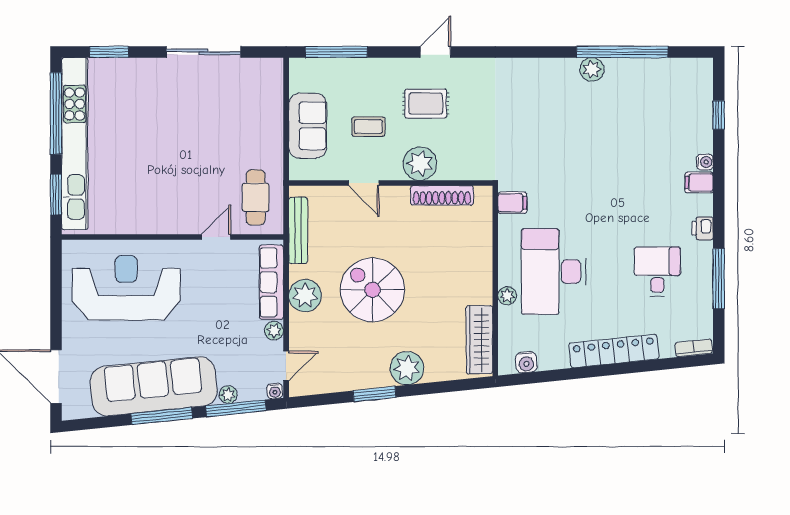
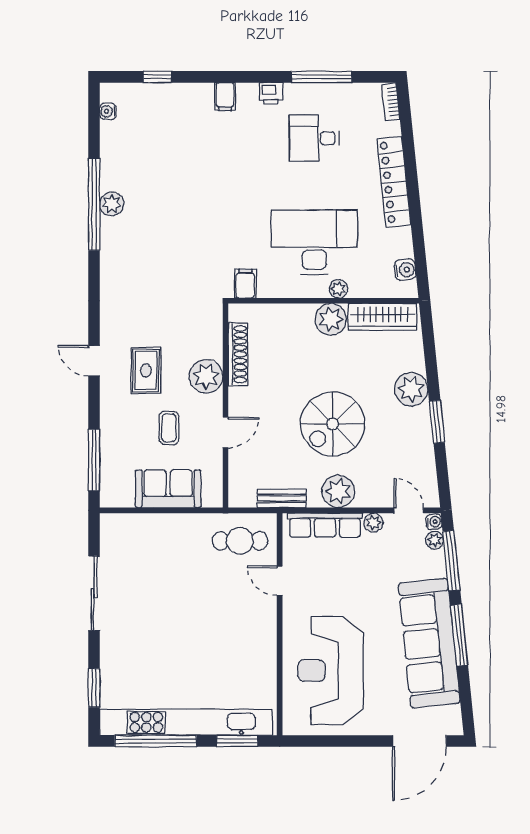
window: (622, 52) -> (94, 204), moved
water cooler: (705, 162) -> (108, 111), moved, turned -90
bench: (298, 230) -> (282, 498), width x0.73
desk: (554, 272) -> (314, 242), turned 180
plant: (477, 288) -> (331, 319), added
plant: (228, 395) -> (435, 540), moved

